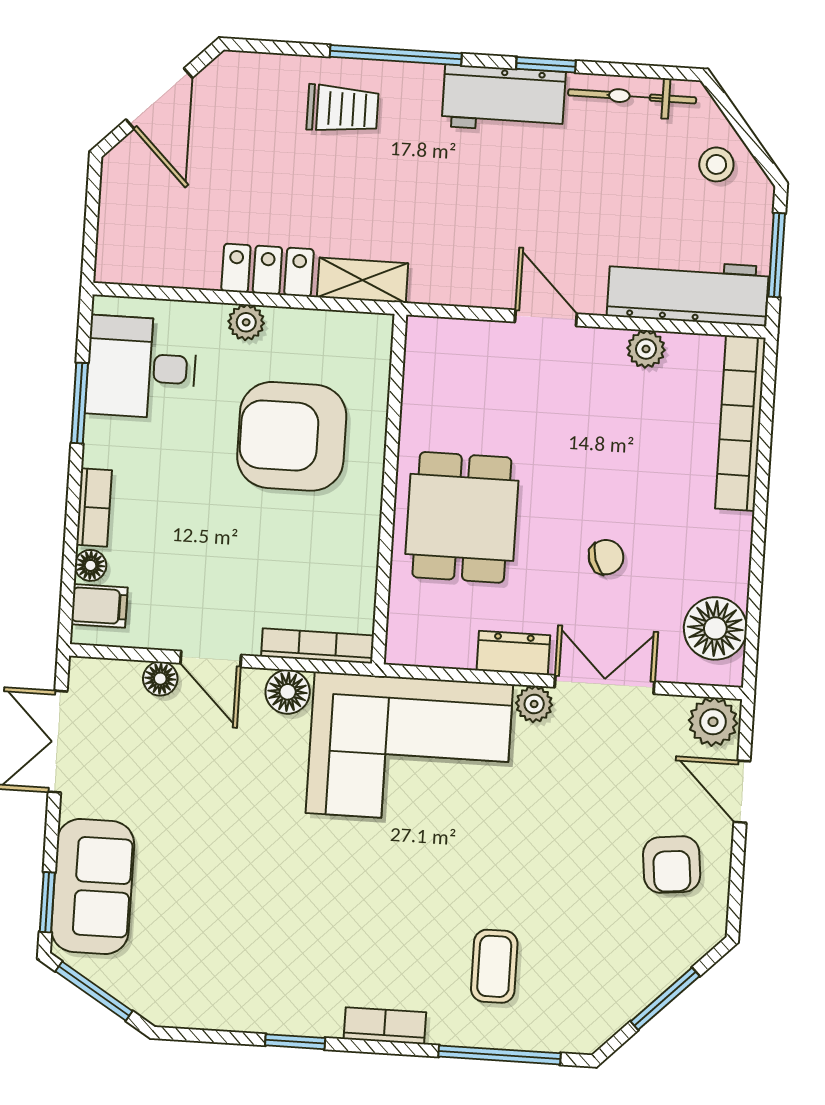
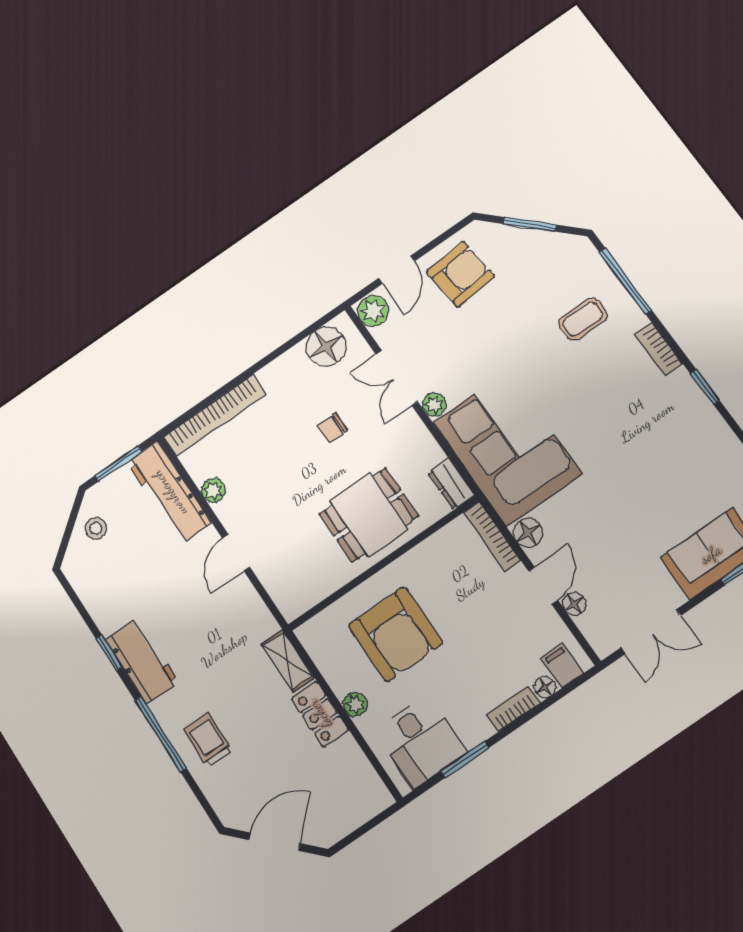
bicycle: (632, 96) -> (93, 597), removed
chair: (606, 557) -> (333, 428), turned -72
dresser: (513, 653) -> (451, 484), moved
armchair: (672, 865) -> (460, 274), width x1.38, depth x1.38

